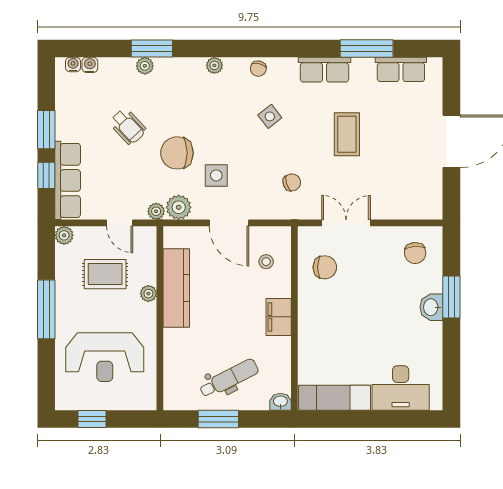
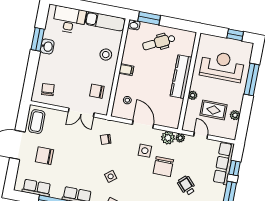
chair: (398, 131) -> (45, 156), added
coffee table: (347, 134) -> (37, 122), moved
chair: (177, 153) -> (163, 167), turned 90
plant: (64, 235) -> (235, 115), moved
kitchen counter: (176, 288) -> (181, 77), moved
window: (451, 297) -> (38, 39), moved
washbasin: (431, 307) -> (47, 46), moved
window: (46, 309) -> (252, 80), moved
filing cabinet: (279, 317) -> (126, 70), width x0.50
stool: (321, 337) -> (106, 55), added
window: (218, 419) -> (149, 18), moved

